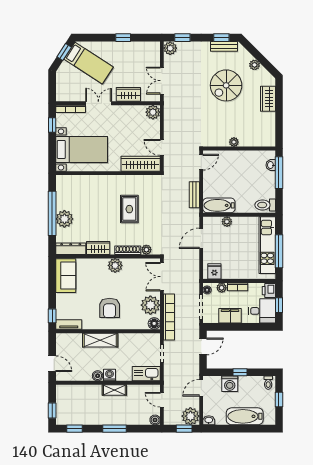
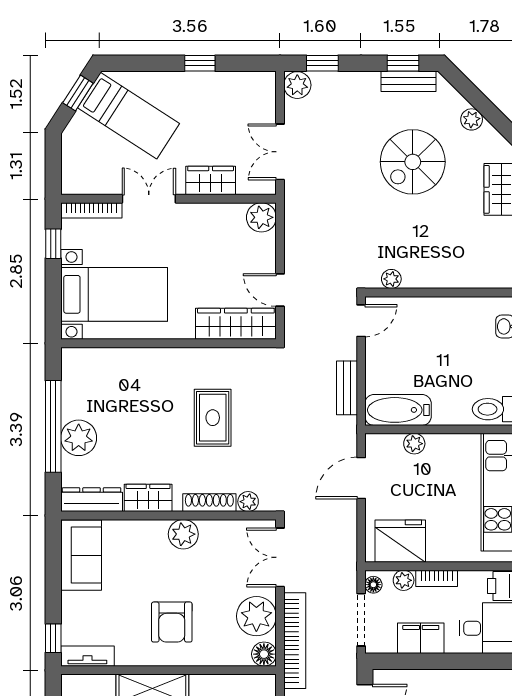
plant: (234, 142) -> (391, 279), moved
fridge: (214, 271) -> (400, 541), width x1.88, depth x1.34

